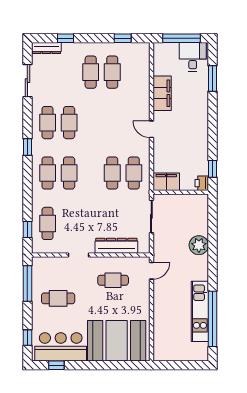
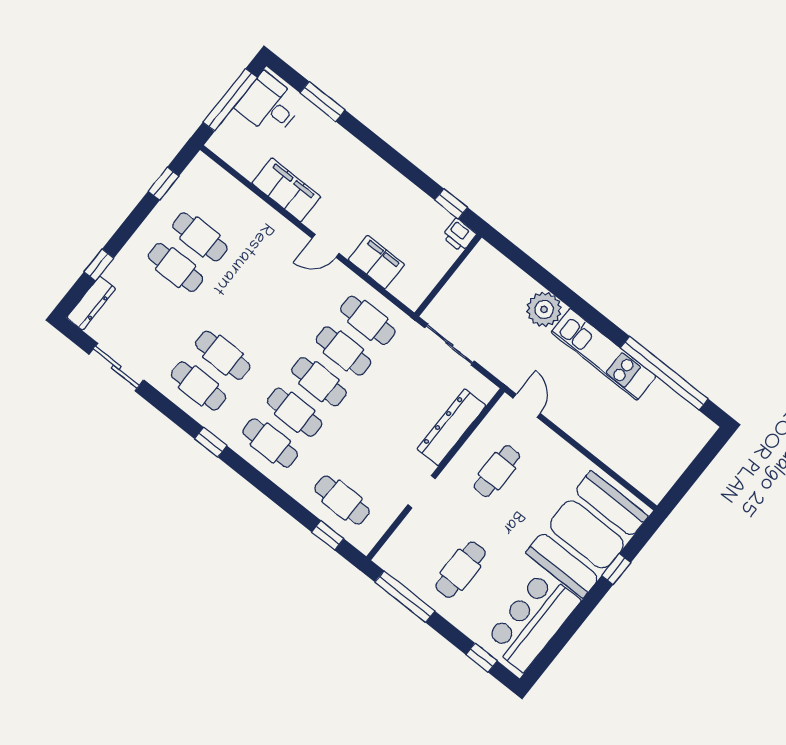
cafe table: (91, 173) -> (319, 382), added
filing cabinet: (166, 182) -> (376, 262), moved, turned 90
kitchen unit: (200, 311) -> (604, 354), moved
window: (56, 365) -> (616, 569), moved

